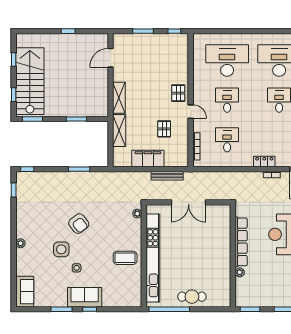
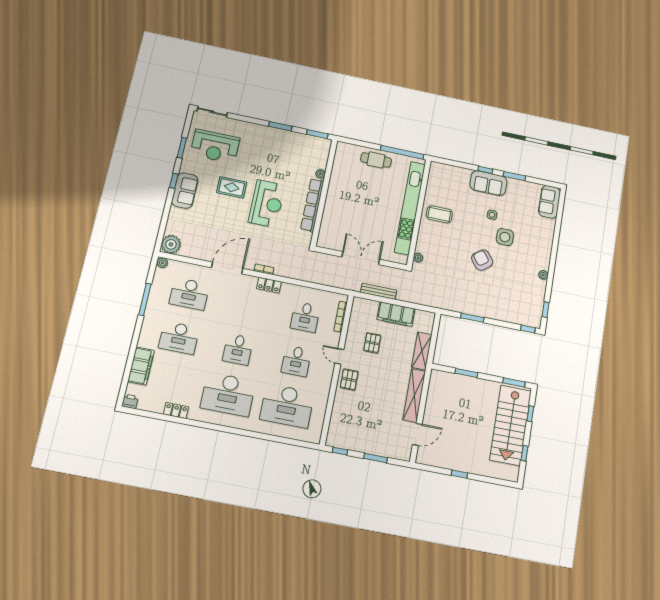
shelving: (119, 98) -> (414, 395), width x1.47
plant: (20, 243) -> (543, 275), moved

